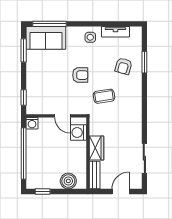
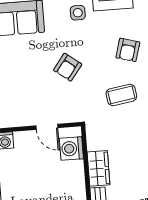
armchair: (80, 75) -> (68, 67), turned 127
coffee table: (104, 96) -> (121, 95), moved

